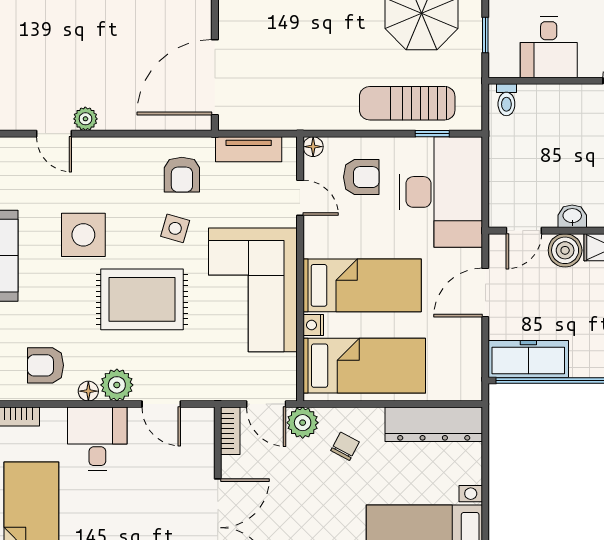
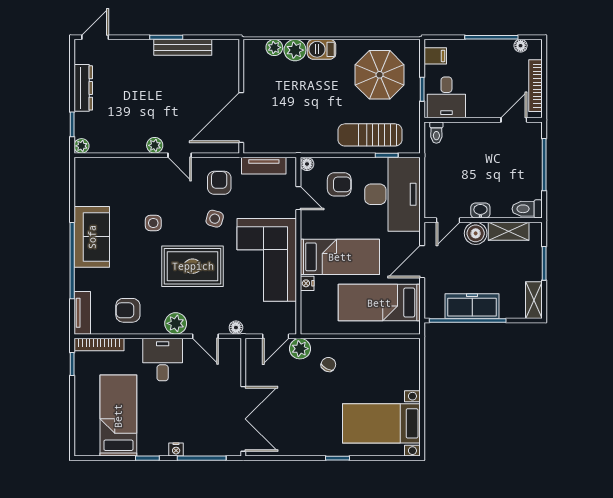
desk: (549, 47) -> (446, 97), moved
door: (54, 134) -> (180, 155), moved
armchair: (182, 175) -> (219, 183), turned 180
side table: (83, 235) -> (153, 223), width x0.54, depth x0.54
freezer: (528, 359) -> (472, 306), moved
bed: (364, 366) -> (379, 303), moved, turned 180
floor lamp: (88, 391) -> (236, 328), moved
door: (266, 404) -> (276, 336), hinge flipped
dresser: (434, 424) -> (388, 350), removed
bookcase: (230, 431) -> (252, 354), removed

